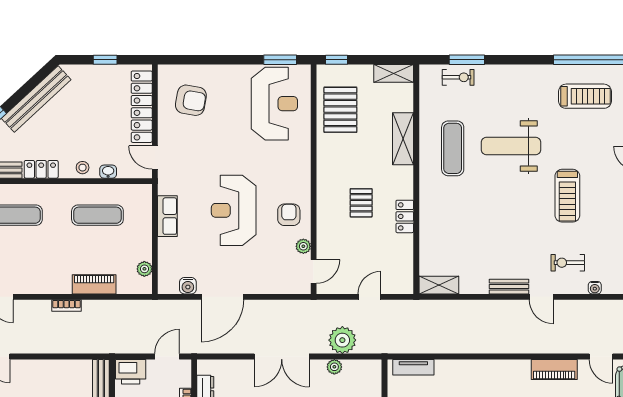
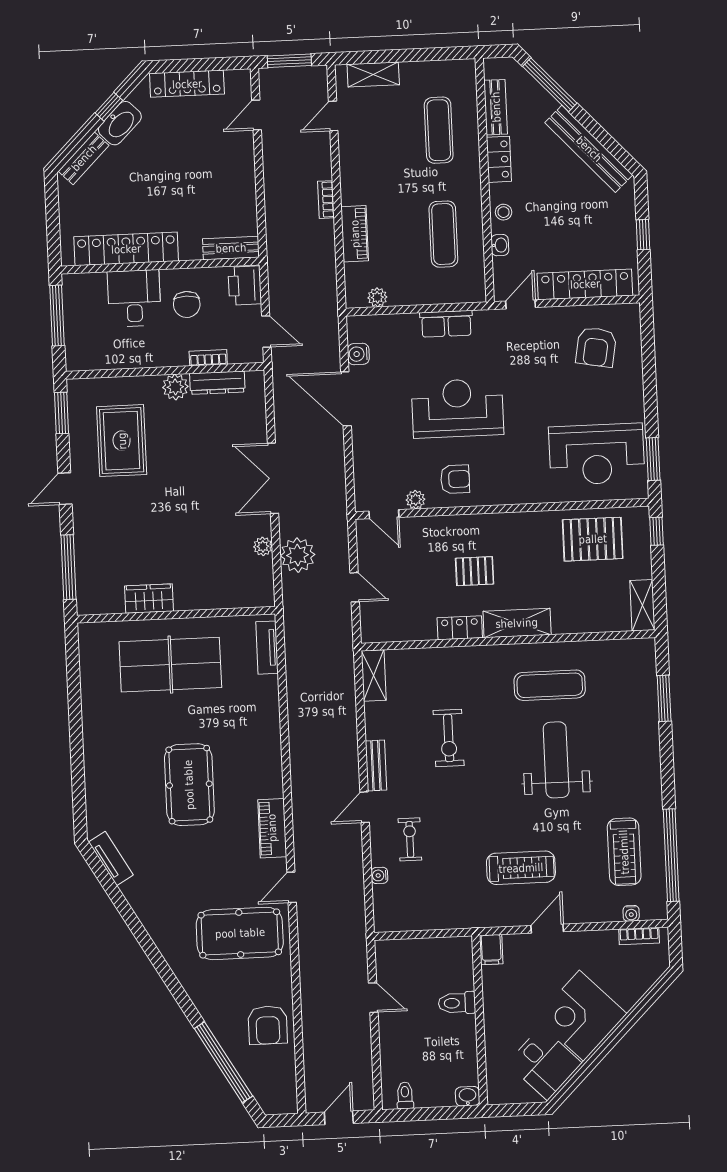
exercise bike: (458, 77) -> (449, 738), moved, width x1.38, depth x1.39
shelving: (403, 139) -> (517, 623), moved
treadmill: (567, 196) -> (521, 868), moved, turned 180

